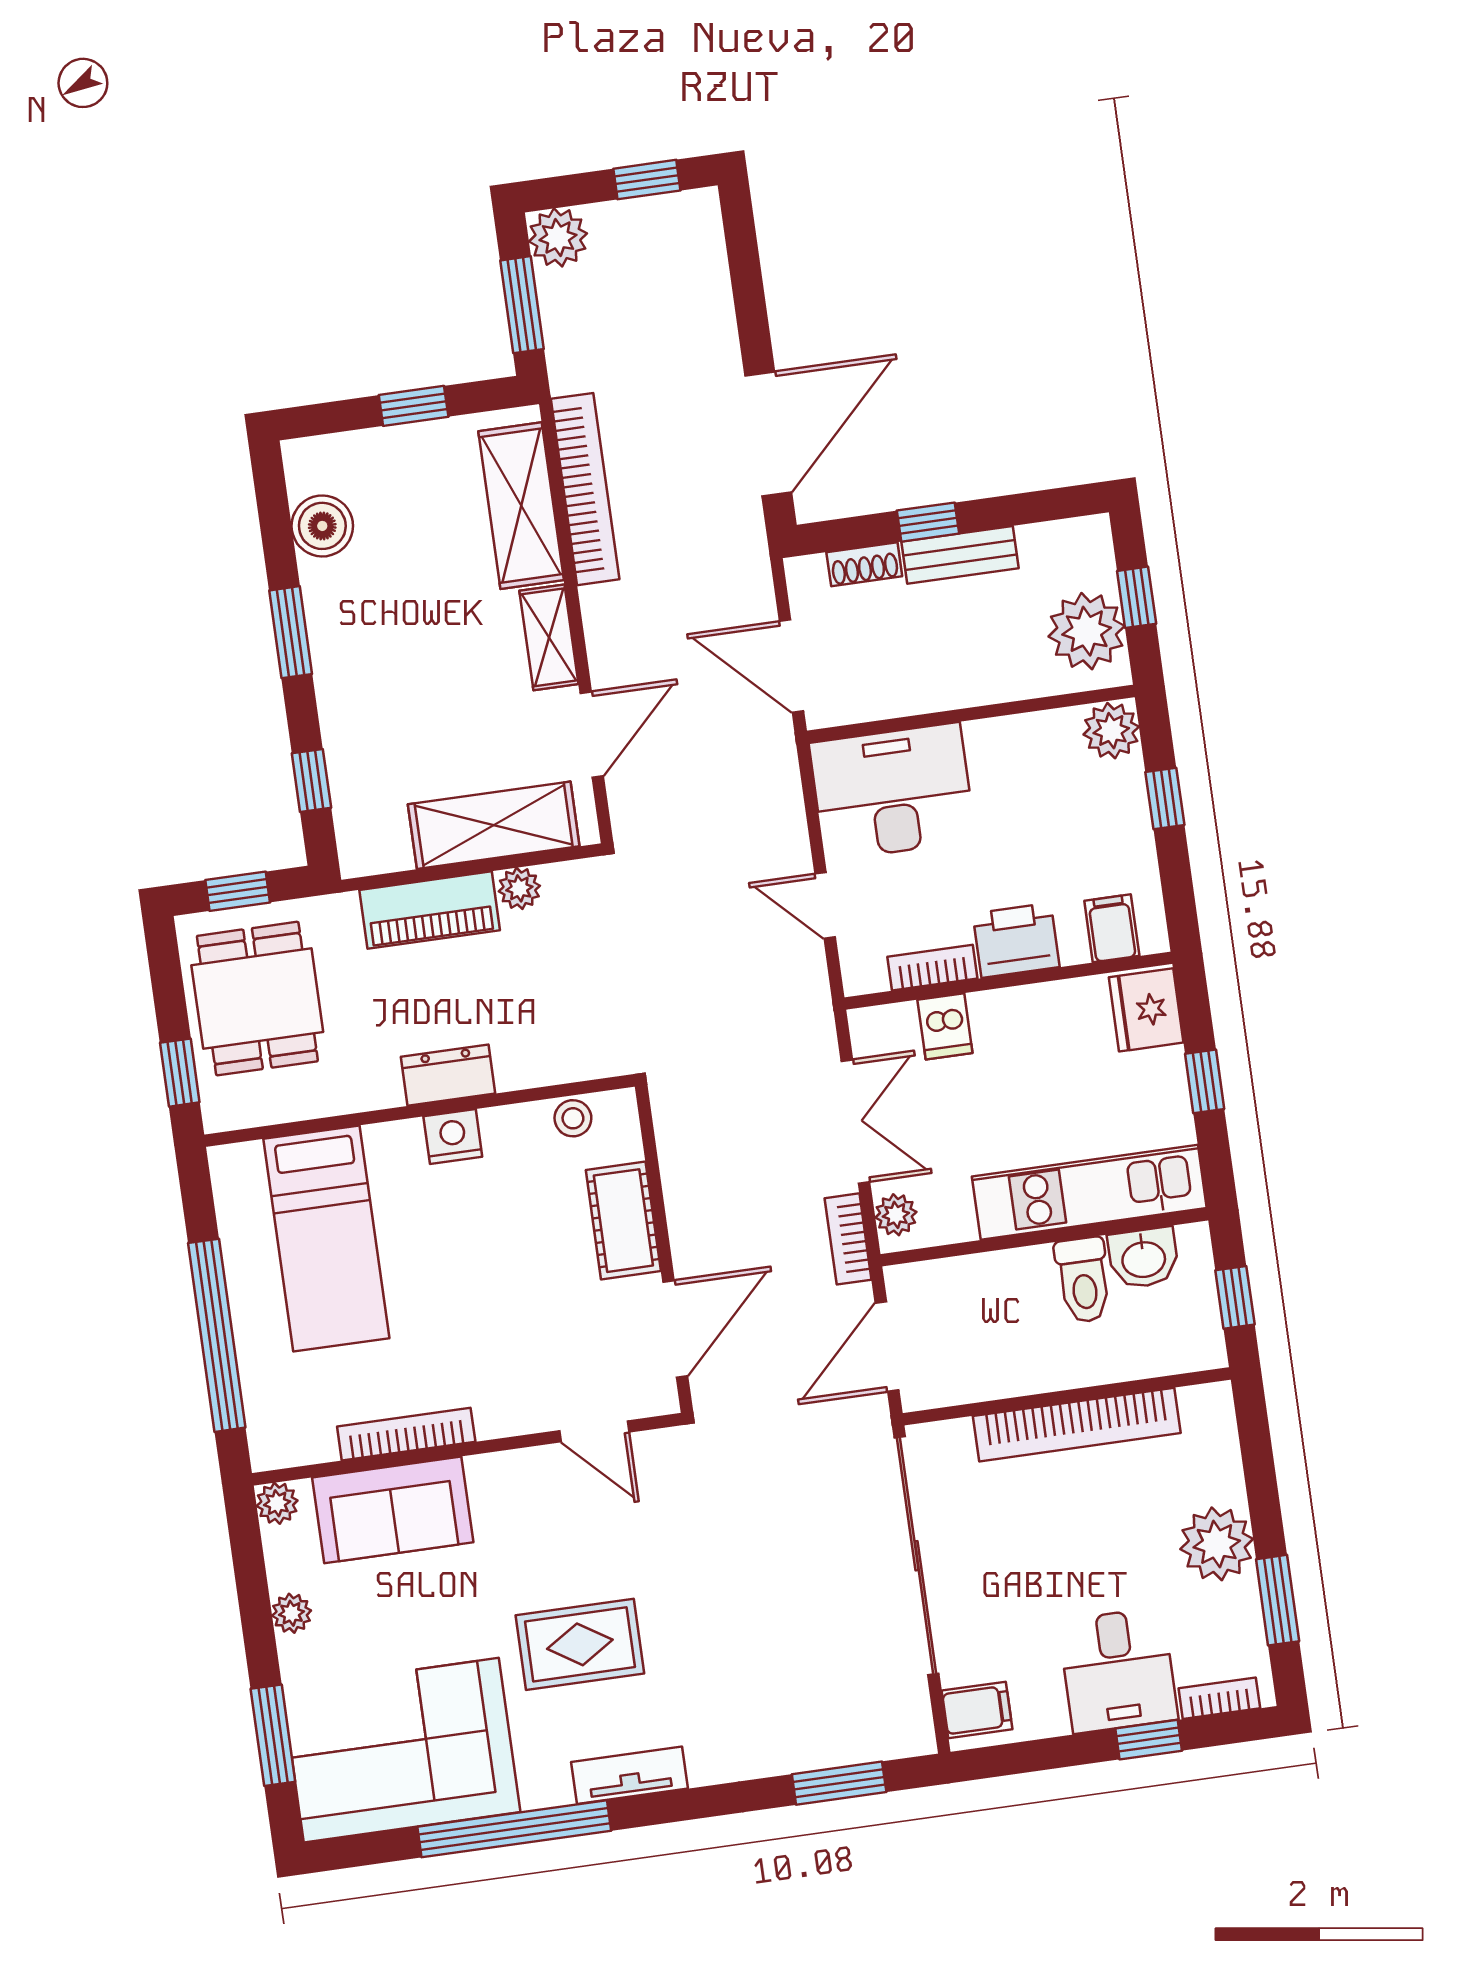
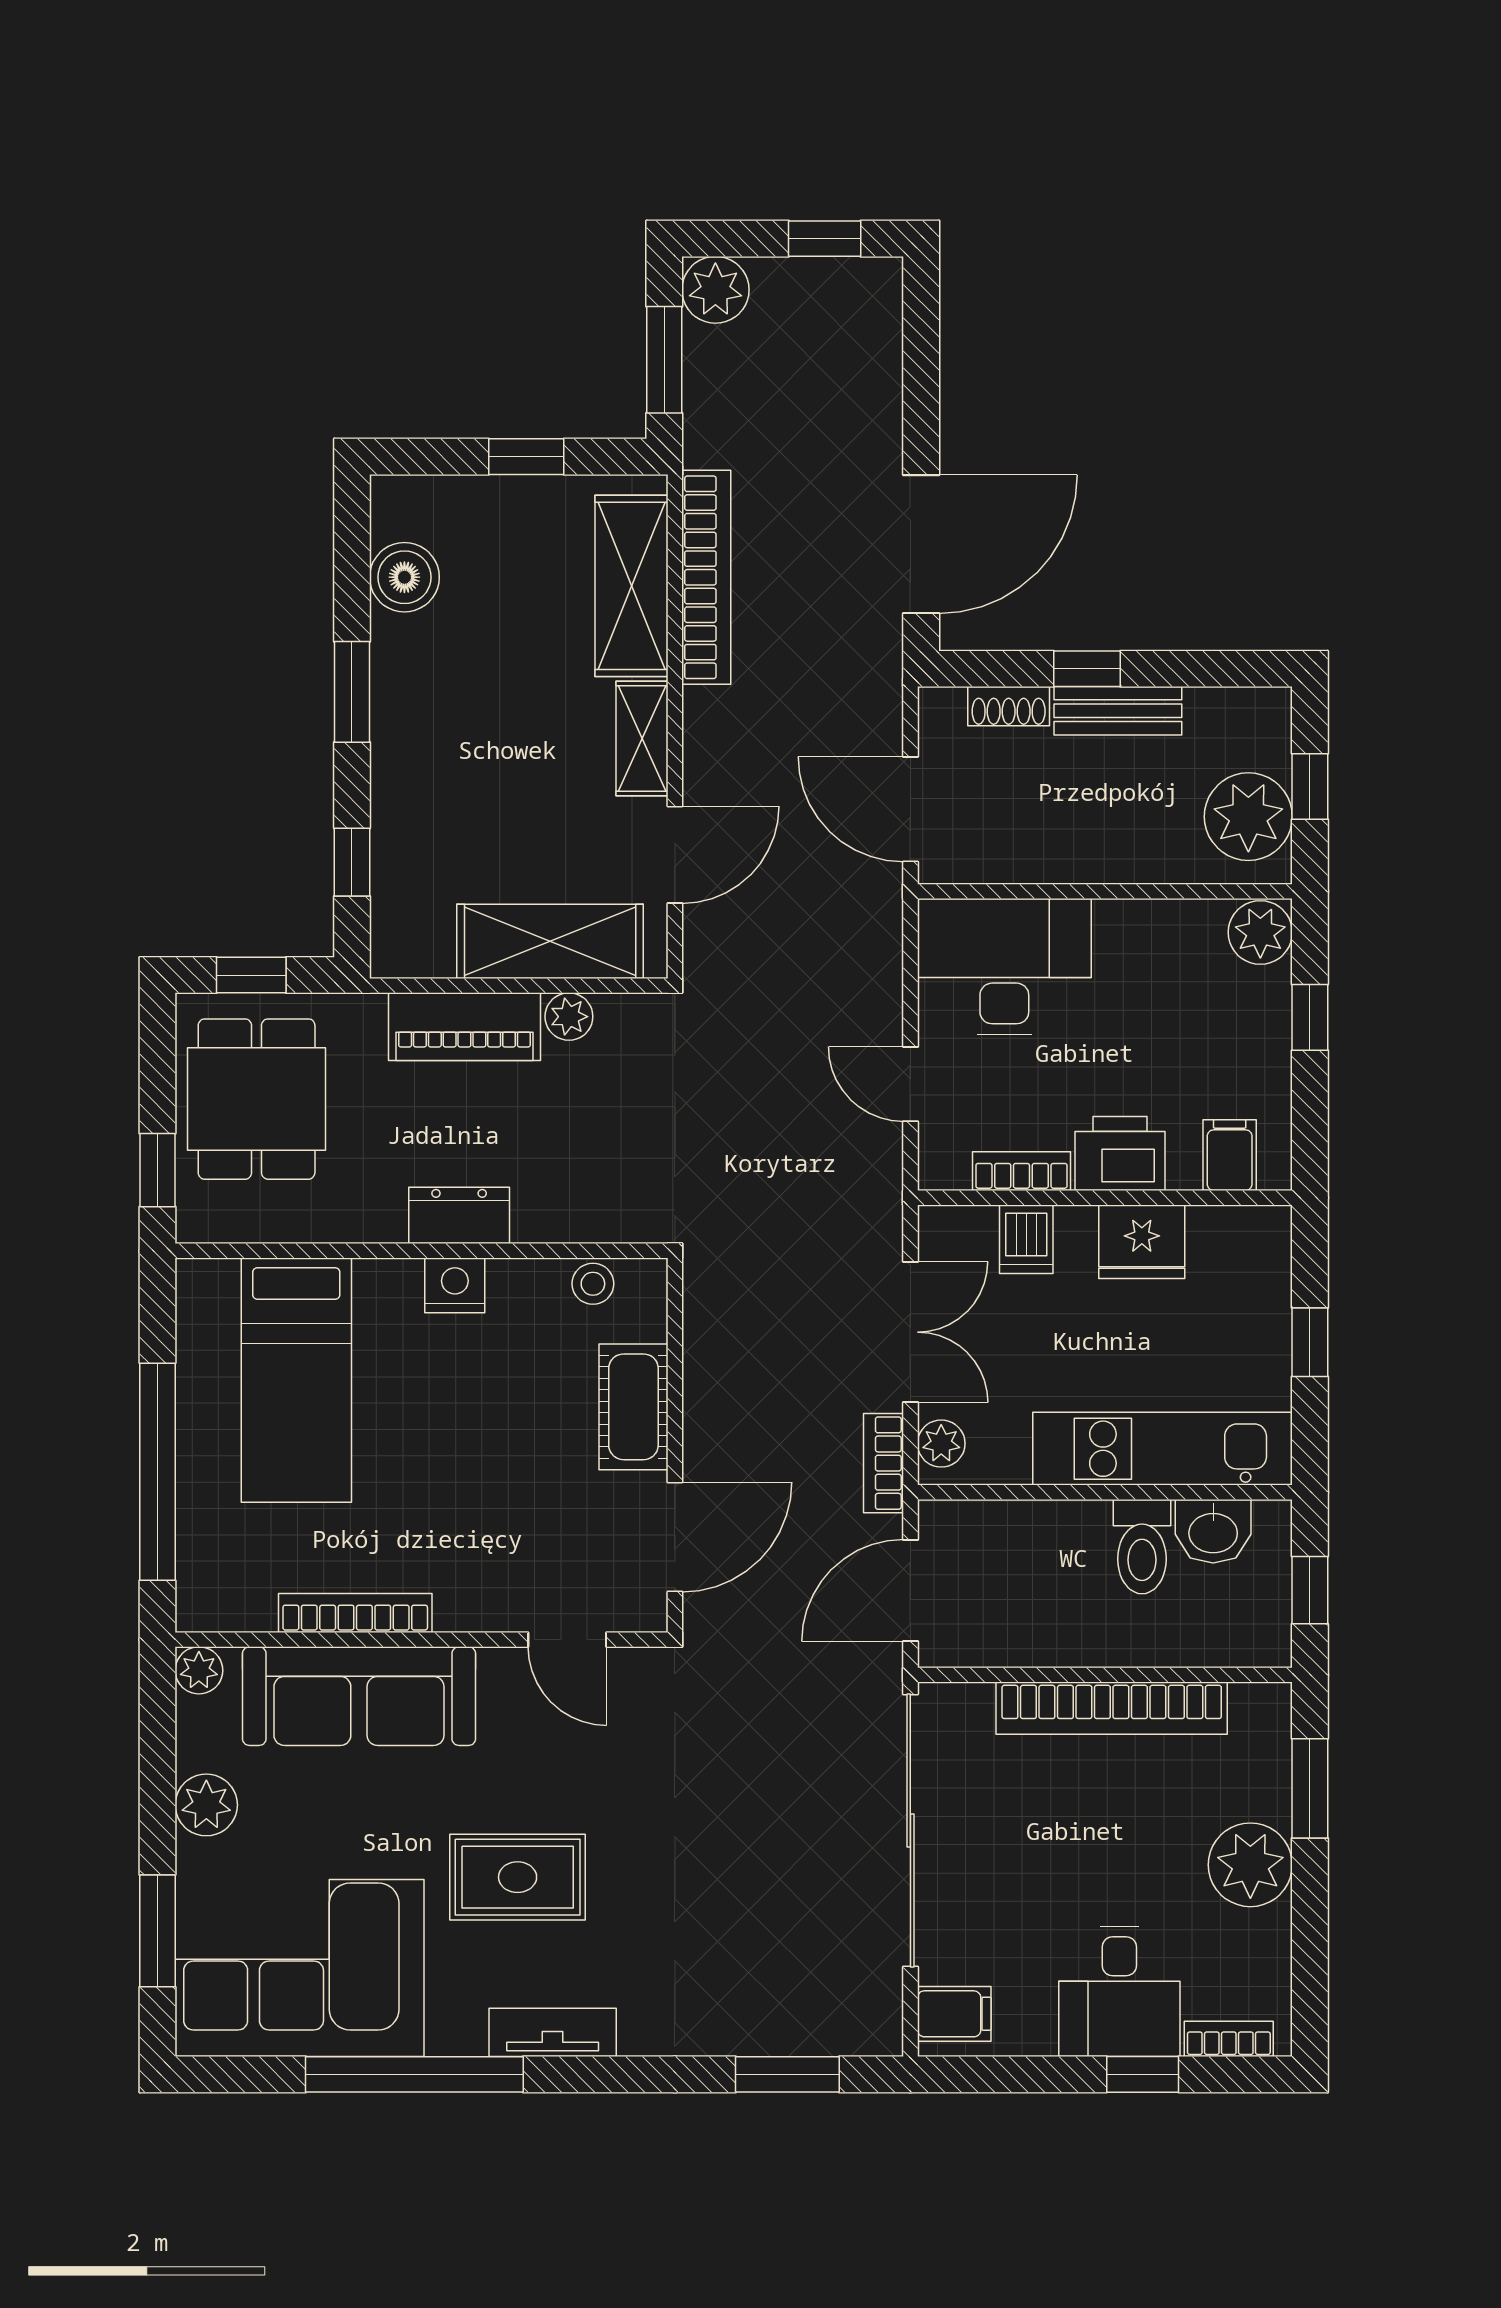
fridge: (1146, 1010) -> (1142, 1242), moved, turned -90
sofa: (393, 1510) -> (359, 1696), width x1.36
window: (1278, 1600) -> (1310, 1788), moved
plant: (292, 1613) -> (206, 1805), width x1.38, depth x1.38

